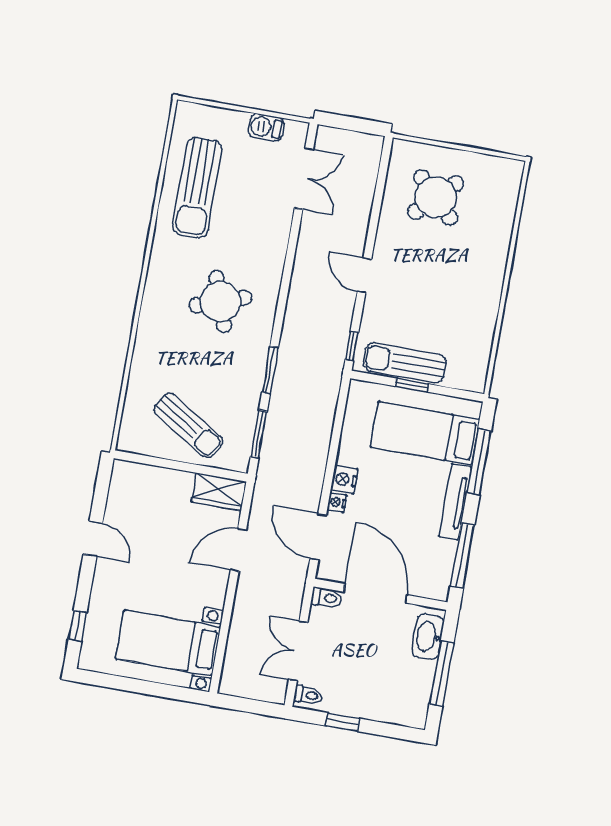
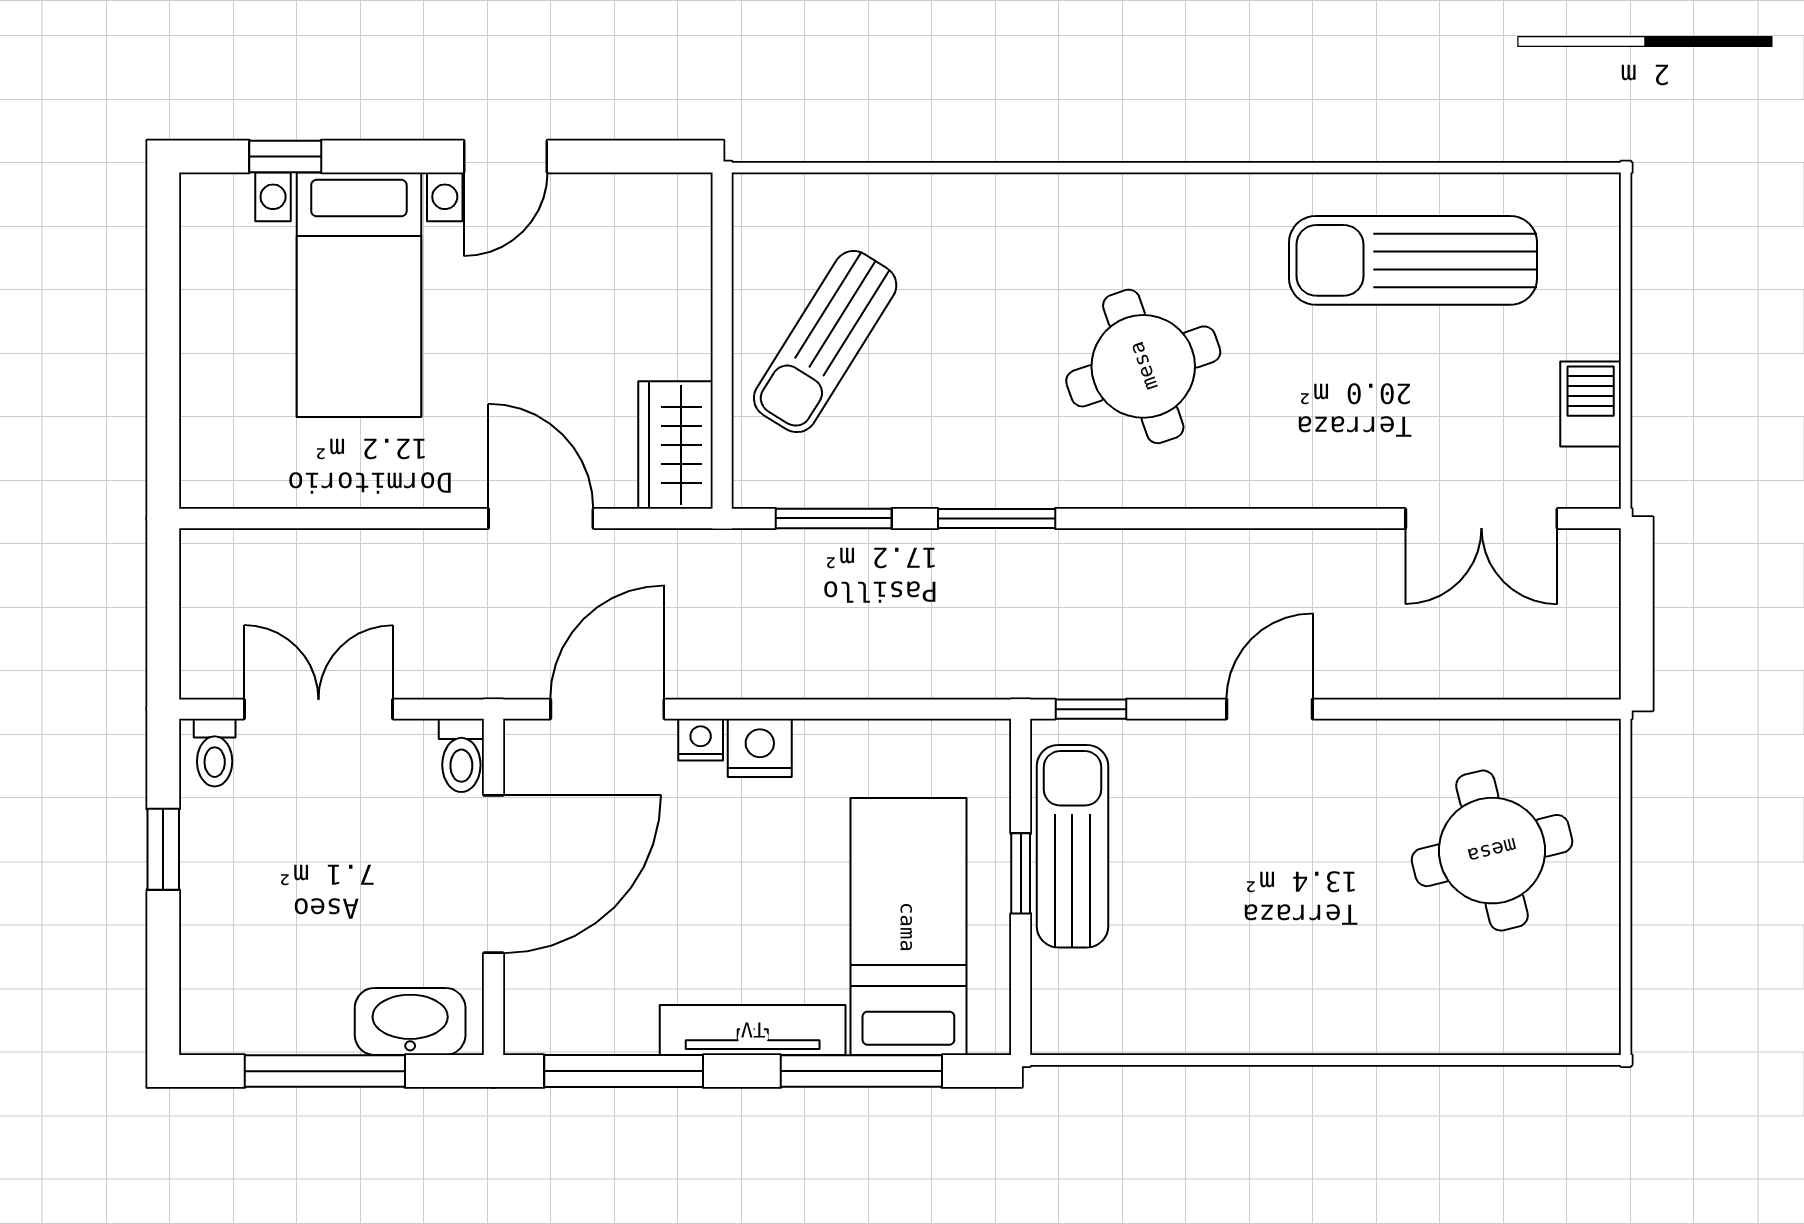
round table: (436, 197) -> (1492, 851), turned 31
bed with nightstands: (168, 643) -> (359, 295), moved, turned 180

